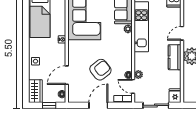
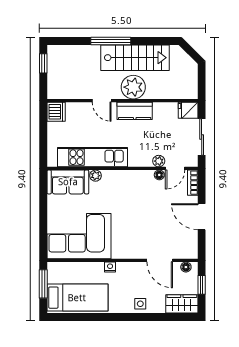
armchair: (100, 70) -> (152, 214), removed

